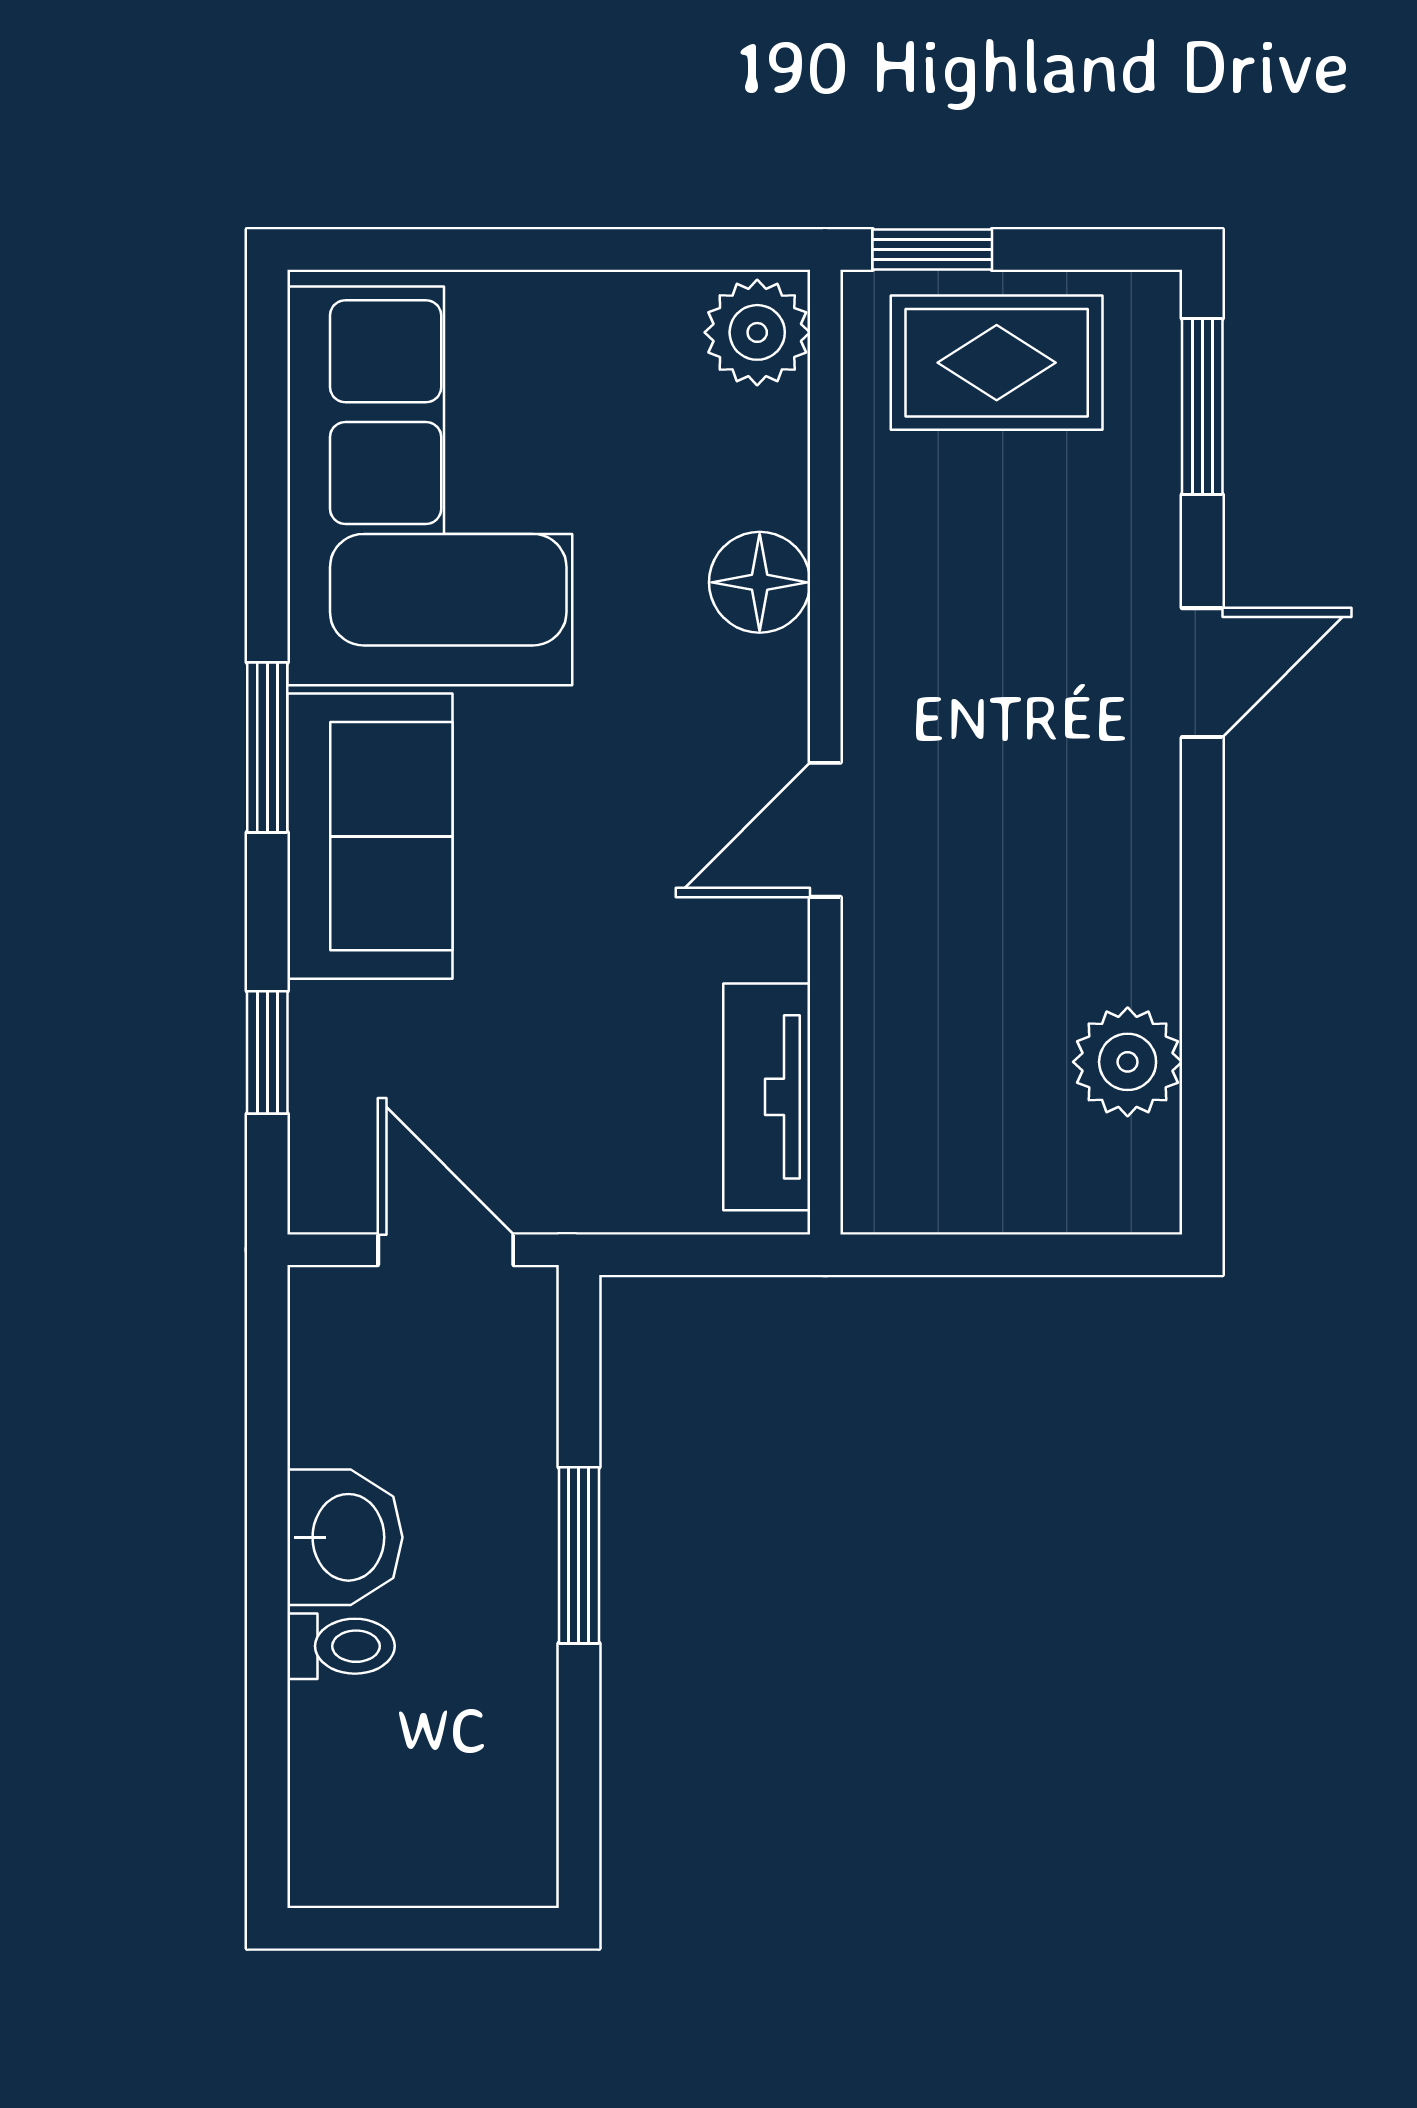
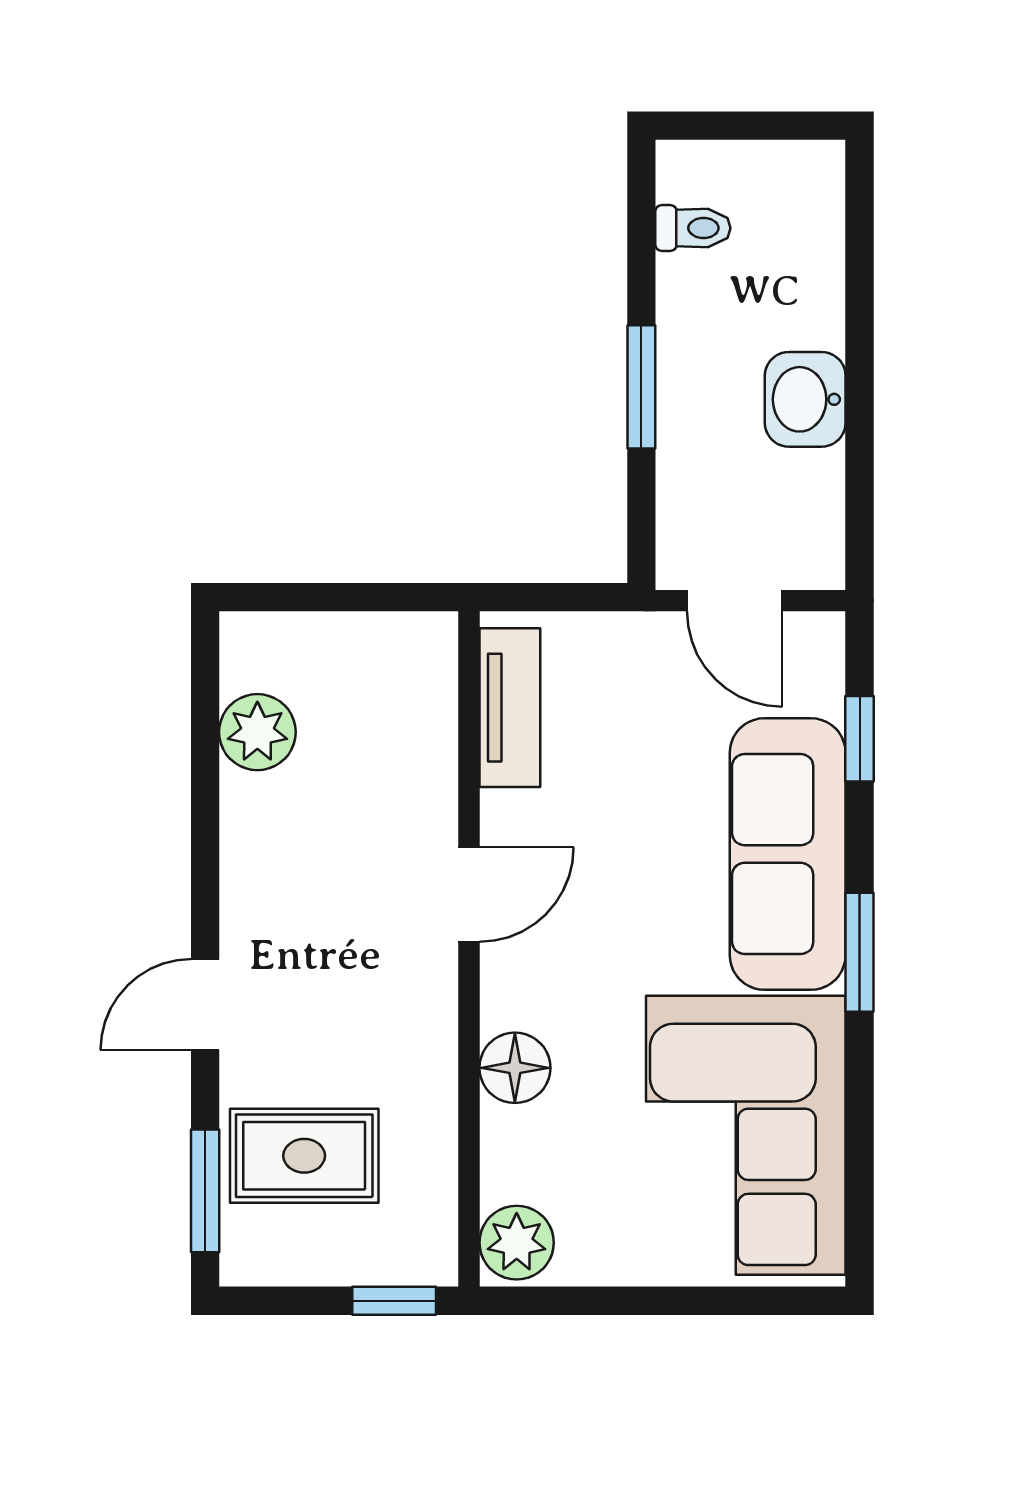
rug: (997, 363) -> (304, 1156), moved
sofa: (370, 836) -> (788, 854), width x1.36
toilet: (341, 1646) -> (693, 228), moved, turned 180

